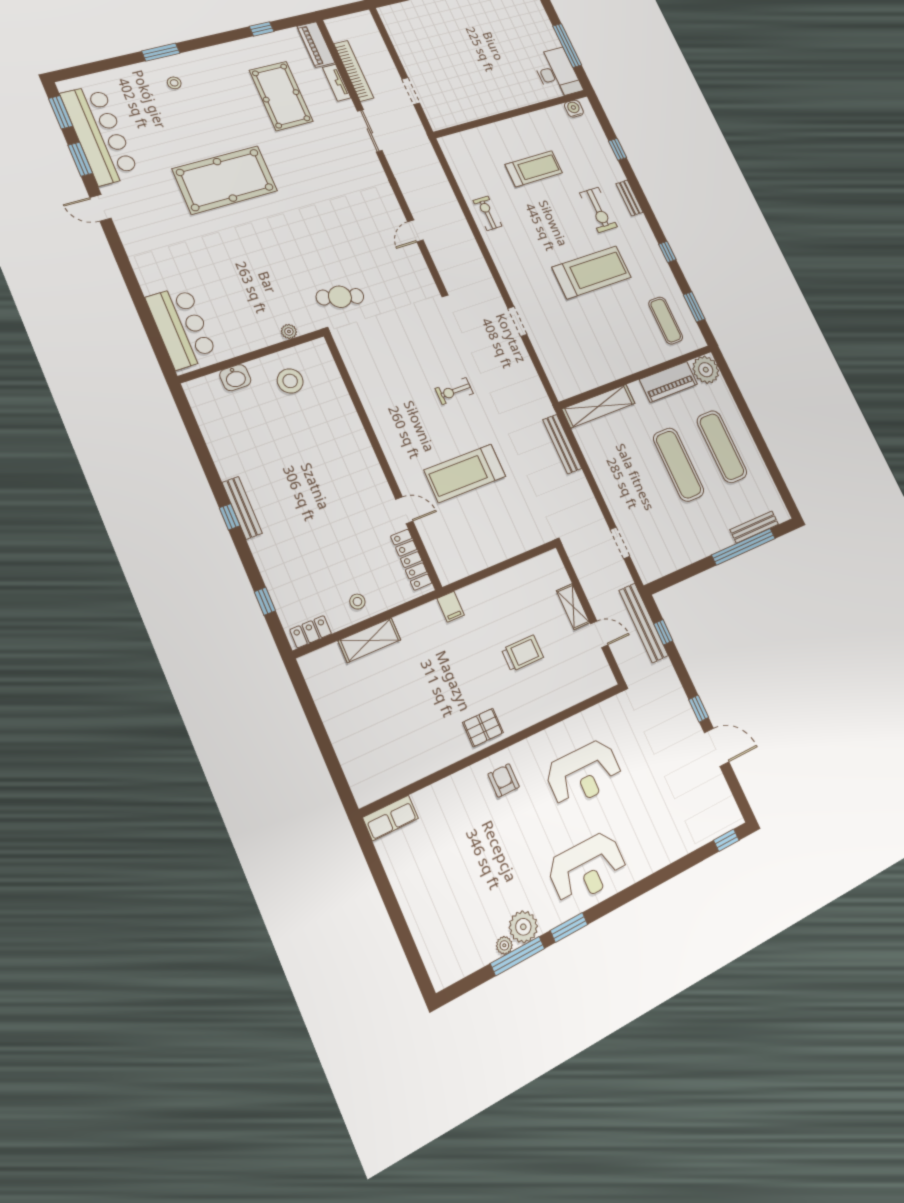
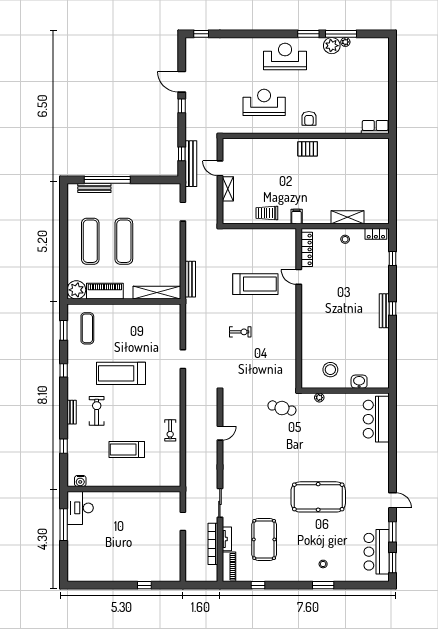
bar counter: (100, 135) -> (377, 552), width x0.73
trolley: (522, 653) -> (267, 213), moved

